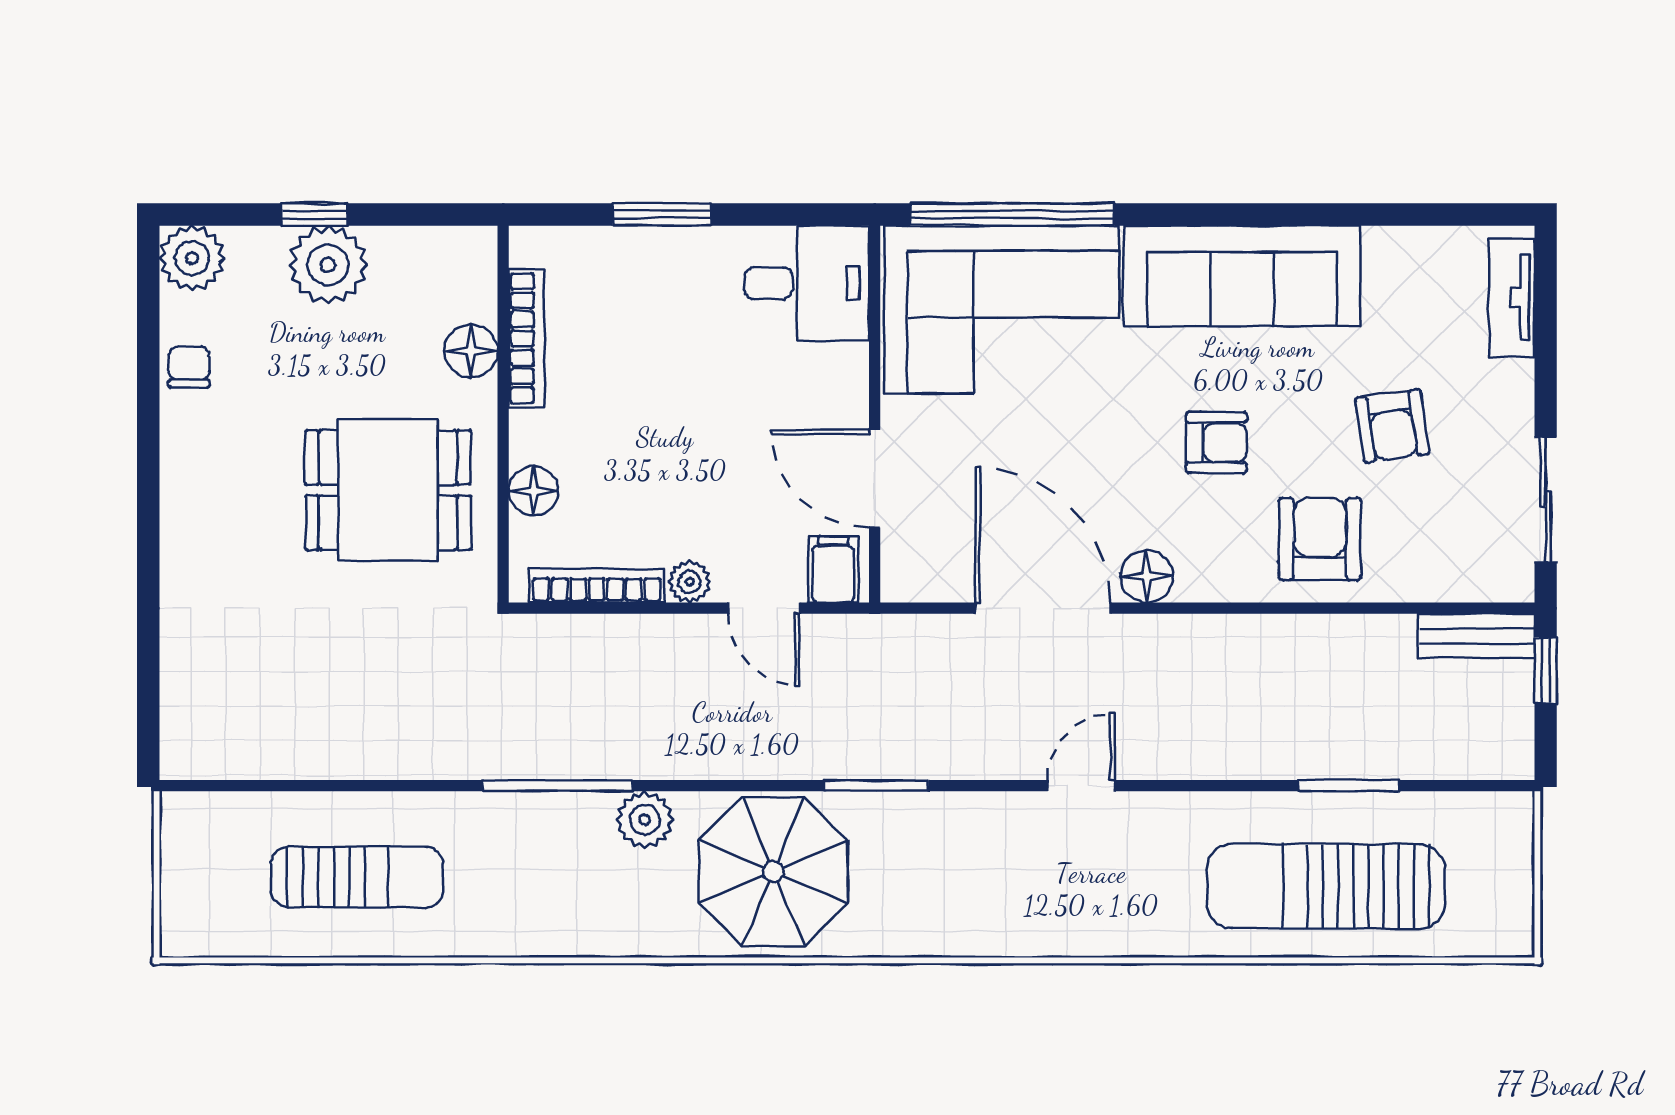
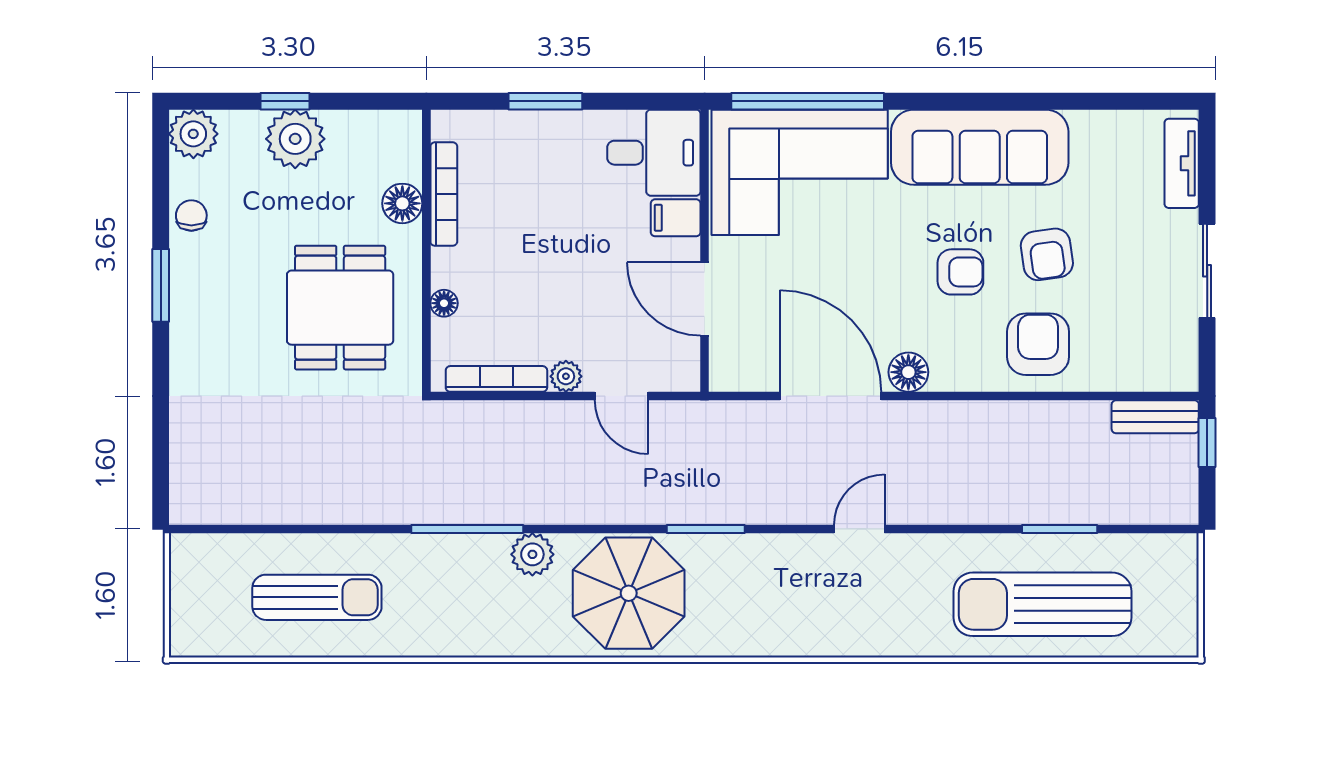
armchair: (1392, 426) -> (1047, 254), moved
window: (148, 460) -> (161, 285), added
dining table: (388, 490) -> (340, 308), turned 90
floor lamp: (533, 491) -> (444, 303), width x0.73, depth x0.73
sliding door: (1546, 499) -> (1207, 271), moved
filing cabinet: (833, 570) -> (676, 218), moved, turned -90

